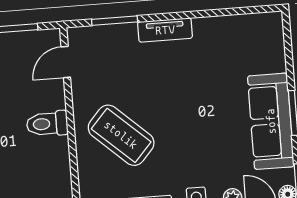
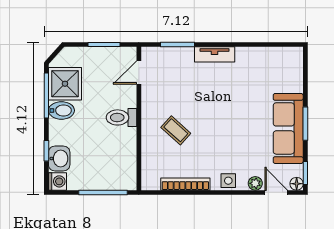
coffee table: (121, 135) -> (176, 130), width x0.54, depth x0.58

